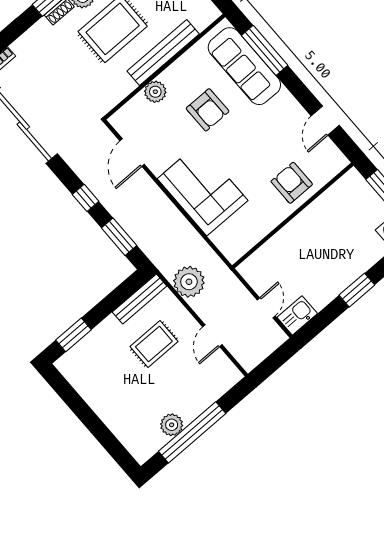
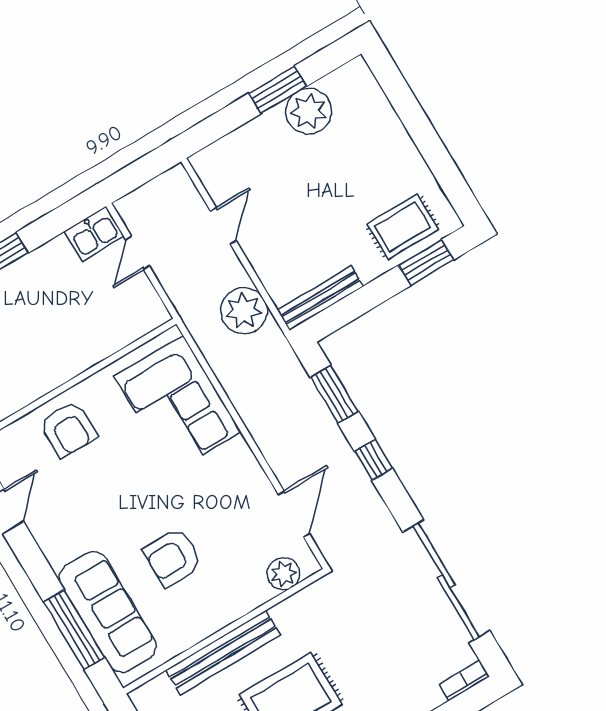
plant: (155, 92) -> (283, 574), moved
armchair: (208, 110) -> (173, 557), turned -90
corner sofa: (203, 190) -> (178, 404), moved
rug: (154, 344) -> (403, 227), moved
plant: (172, 425) -> (309, 111), width x1.36, depth x1.36
window: (192, 432) -> (278, 90), width x0.47

